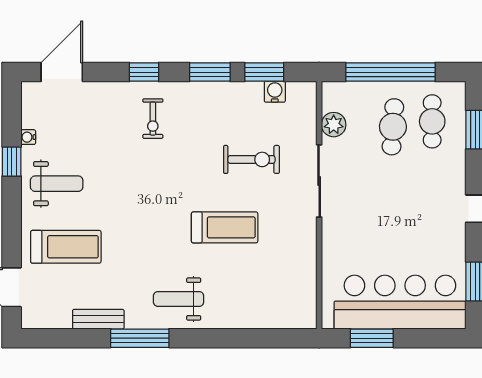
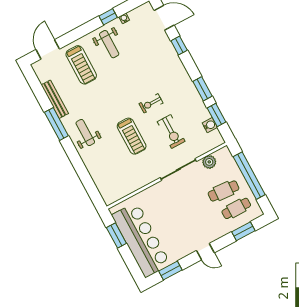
window: (144, 72) -> (179, 45), moved
exercise bike: (153, 119) -> (151, 103), moved
bench: (98, 319) -> (55, 99), width x1.36

